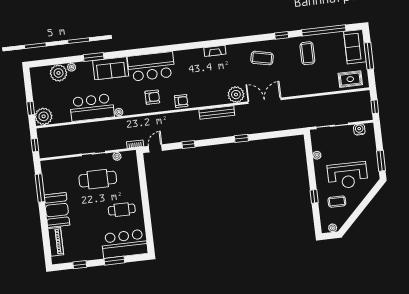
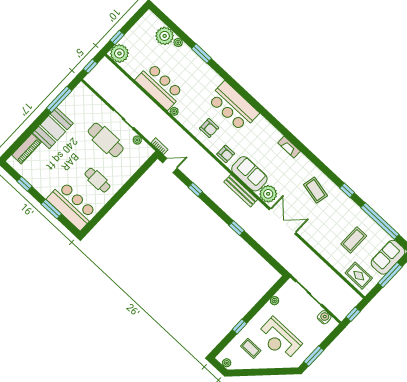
coffee table: (307, 53) -> (354, 240), moved
sofa: (111, 68) -> (249, 174), moved, turned 180

